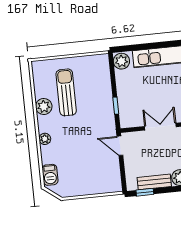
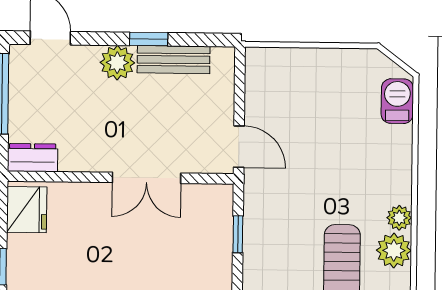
plant: (45, 139) -> (399, 218), moved
window: (145, 192) -> (149, 39), moved

